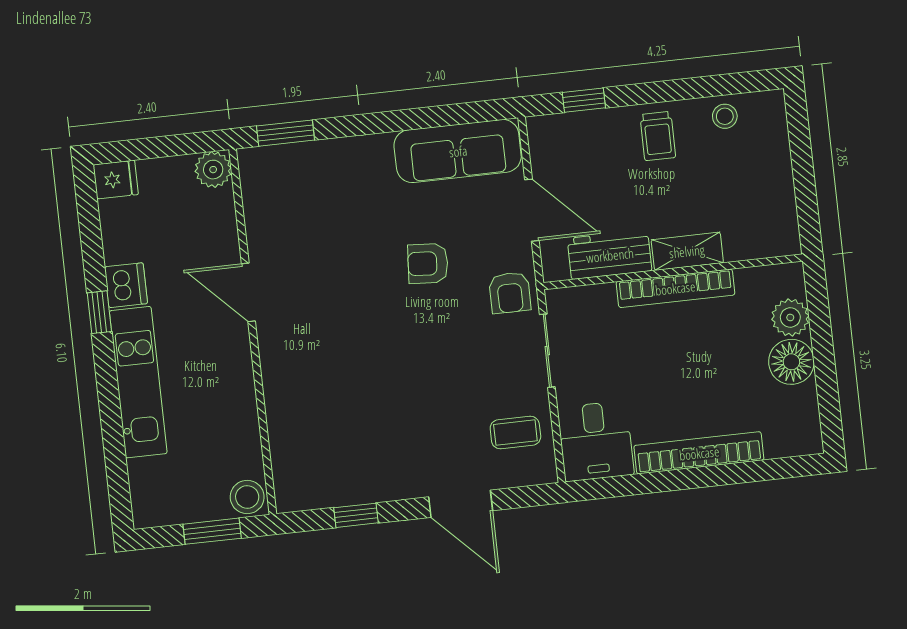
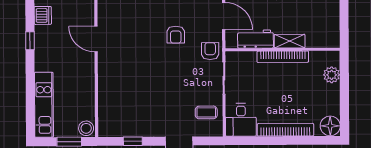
armchair: (428, 264) -> (176, 35), turned -94
dishwasher: (126, 285) -> (43, 15), moved
armchair: (510, 293) -> (210, 51), turned 180
floor lamp: (791, 362) -> (330, 126), moved
kitchen unit: (138, 382) -> (44, 105), moved

